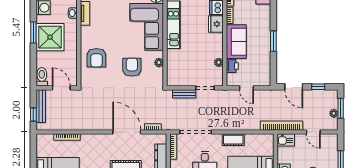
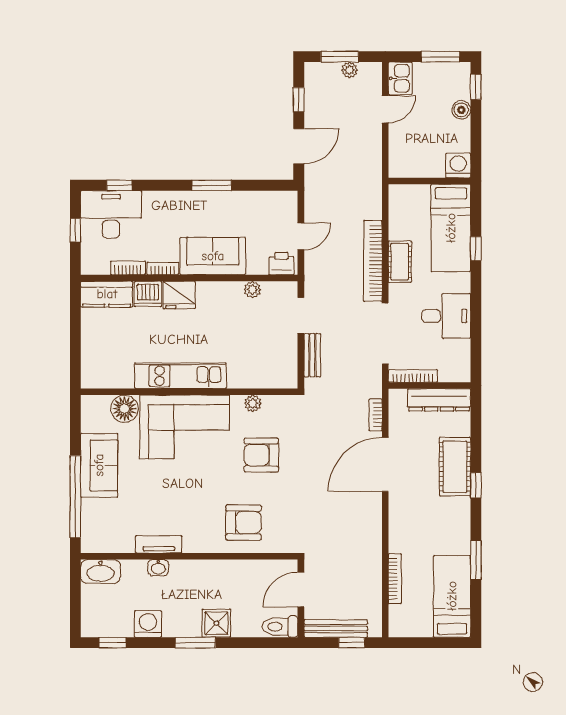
shower: (50, 37) -> (216, 623), width x0.54, depth x0.54
printer: (232, 66) -> (281, 264), moved
bookcase: (282, 126) -> (373, 261), moved
kitchen sink: (286, 140) -> (400, 78), moved

